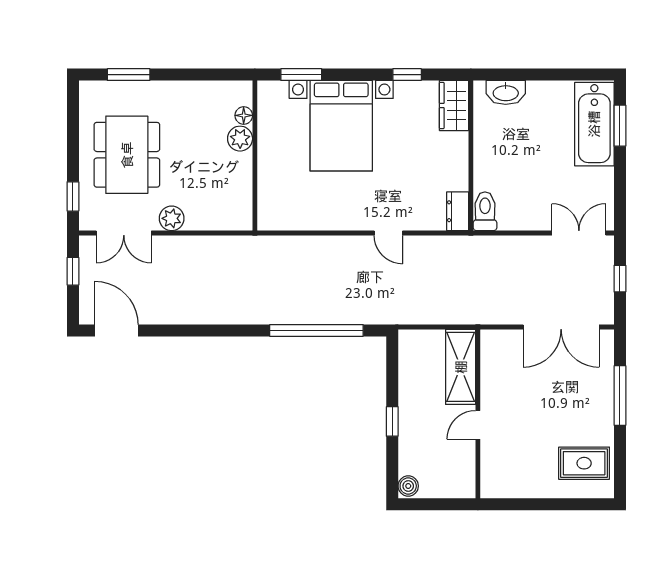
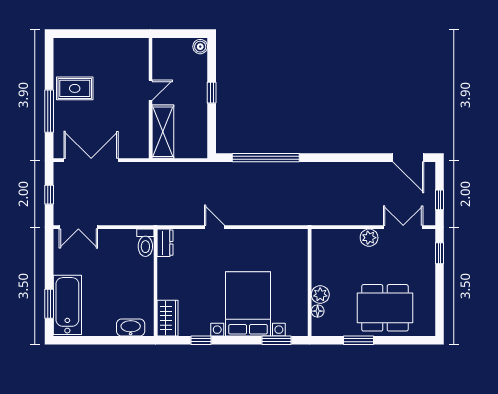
window: (129, 75) -> (359, 340), moved
dining table: (127, 155) -> (385, 308), moved, turned 90
rug: (584, 463) -> (75, 88), moved

